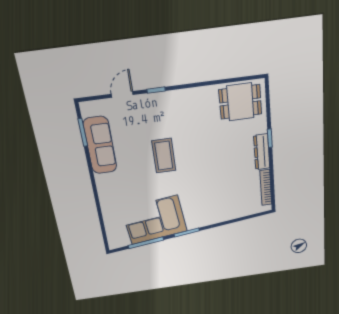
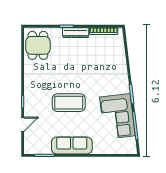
door: (122, 94) -> (23, 124), swing flipped
sofa: (100, 145) -> (72, 145), moved
coffee table: (164, 156) -> (69, 103), width x1.36, depth x1.32

